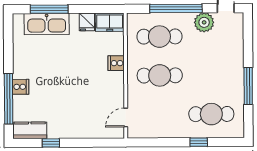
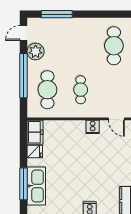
cooker: (116, 63) -> (93, 127), moved
cafe table: (160, 75) -> (81, 90), width x0.73, depth x0.74
window: (248, 86) -> (57, 14), moved

